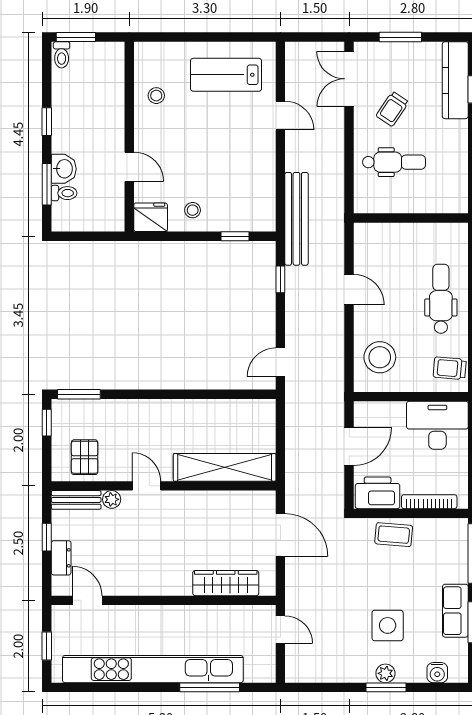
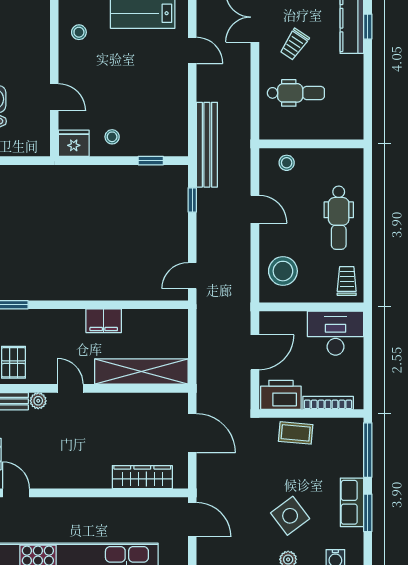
stool: (384, 239) -> (287, 163), added
dental chair: (441, 299) -> (339, 218), turned 180
trolley: (450, 368) -> (347, 281), turned 85
filing cabinet: (183, 412) -> (104, 321), added
side table: (388, 625) -> (290, 516), turned -37
door: (280, 630) -> (192, 520), width x1.38

